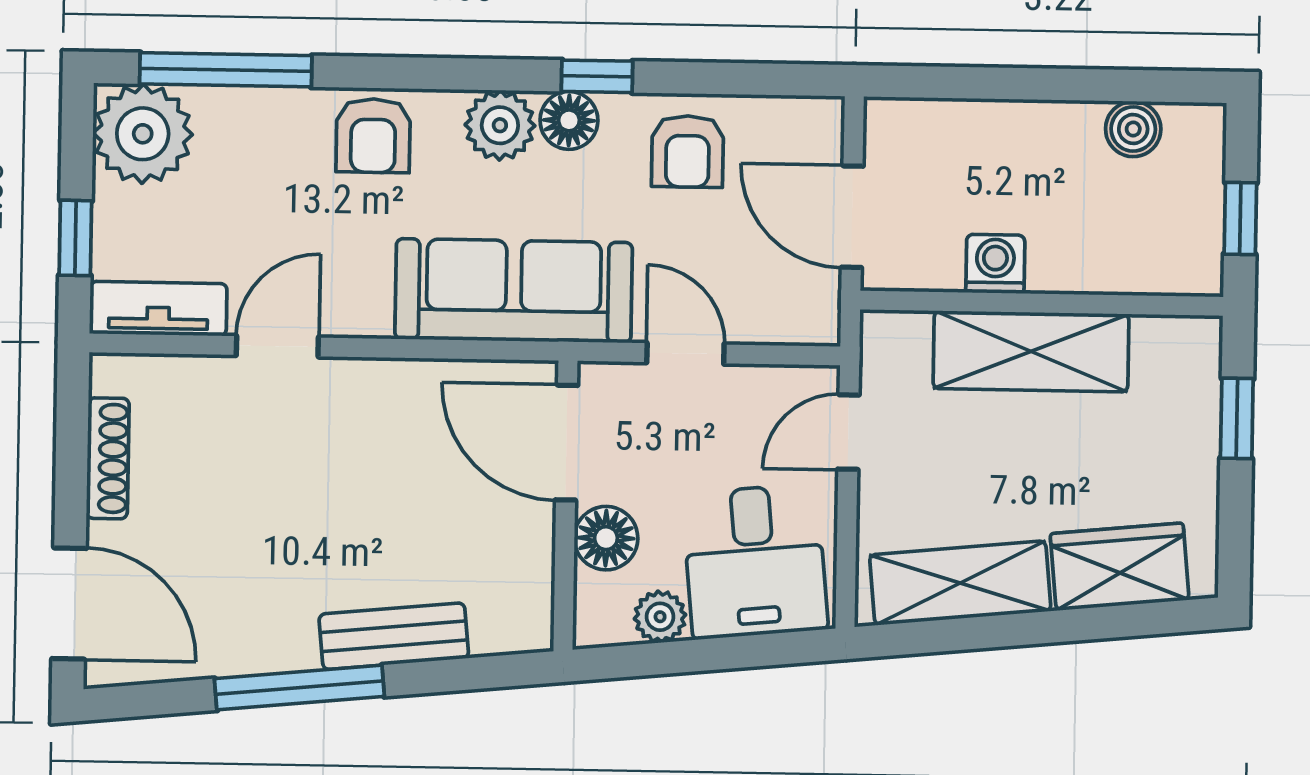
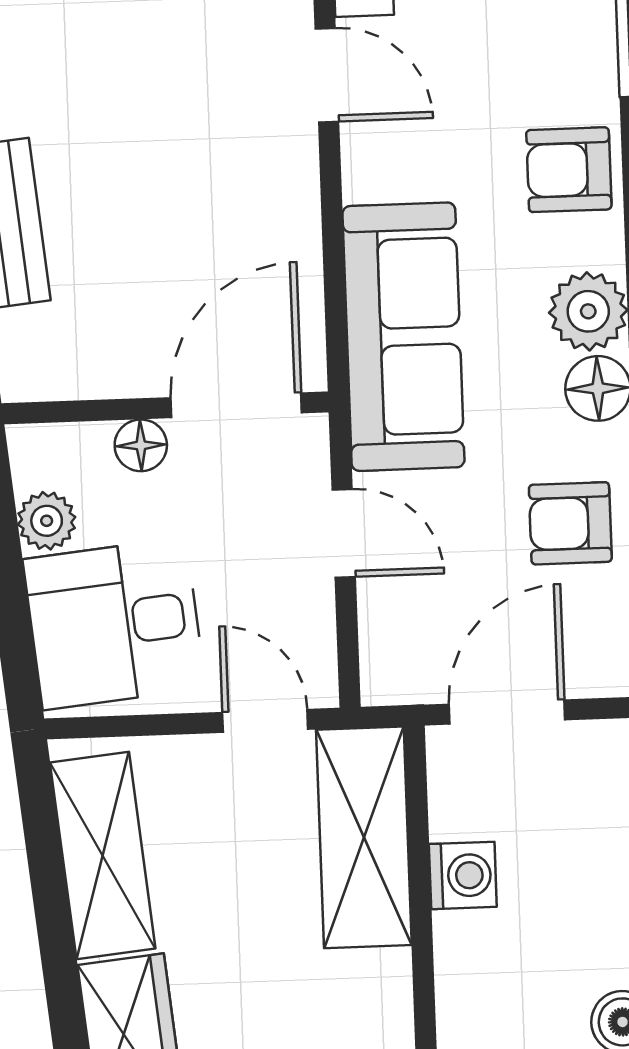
shelving: (1031, 351) -> (364, 837), moved
door: (685, 353) -> (344, 533), hinge flipped
floor lamp: (606, 538) -> (141, 445), width x0.73, depth x0.73

